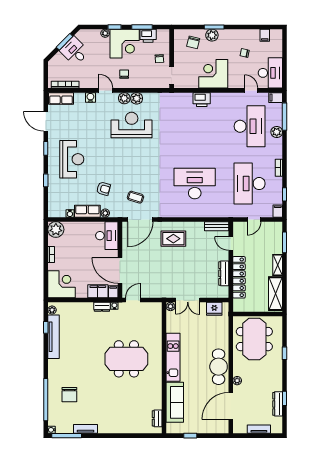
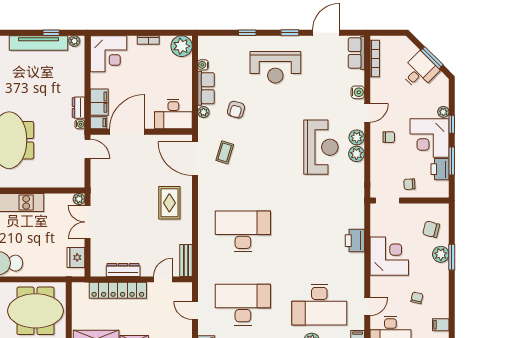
desk: (195, 184) -> (243, 231), turned -90

